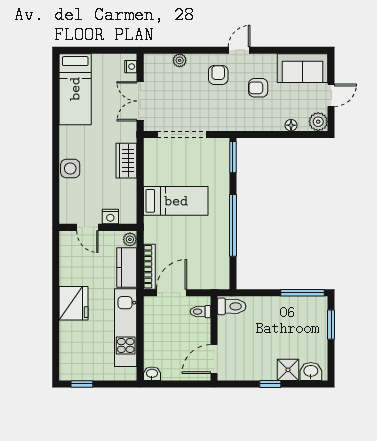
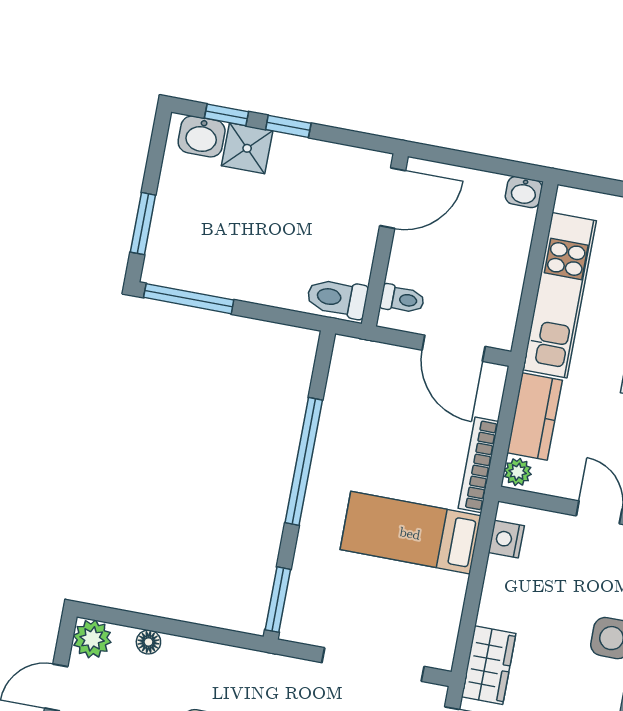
wardrobe: (126, 161) -> (489, 665), moved
nightstand: (110, 217) -> (506, 539), moved, turned -90
bookcase: (149, 267) -> (478, 465), moved
door: (172, 293) -> (454, 348), hinge flipped
window: (301, 384) -> (226, 115), added

